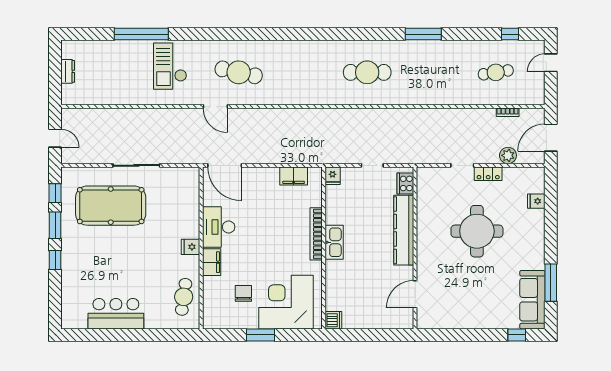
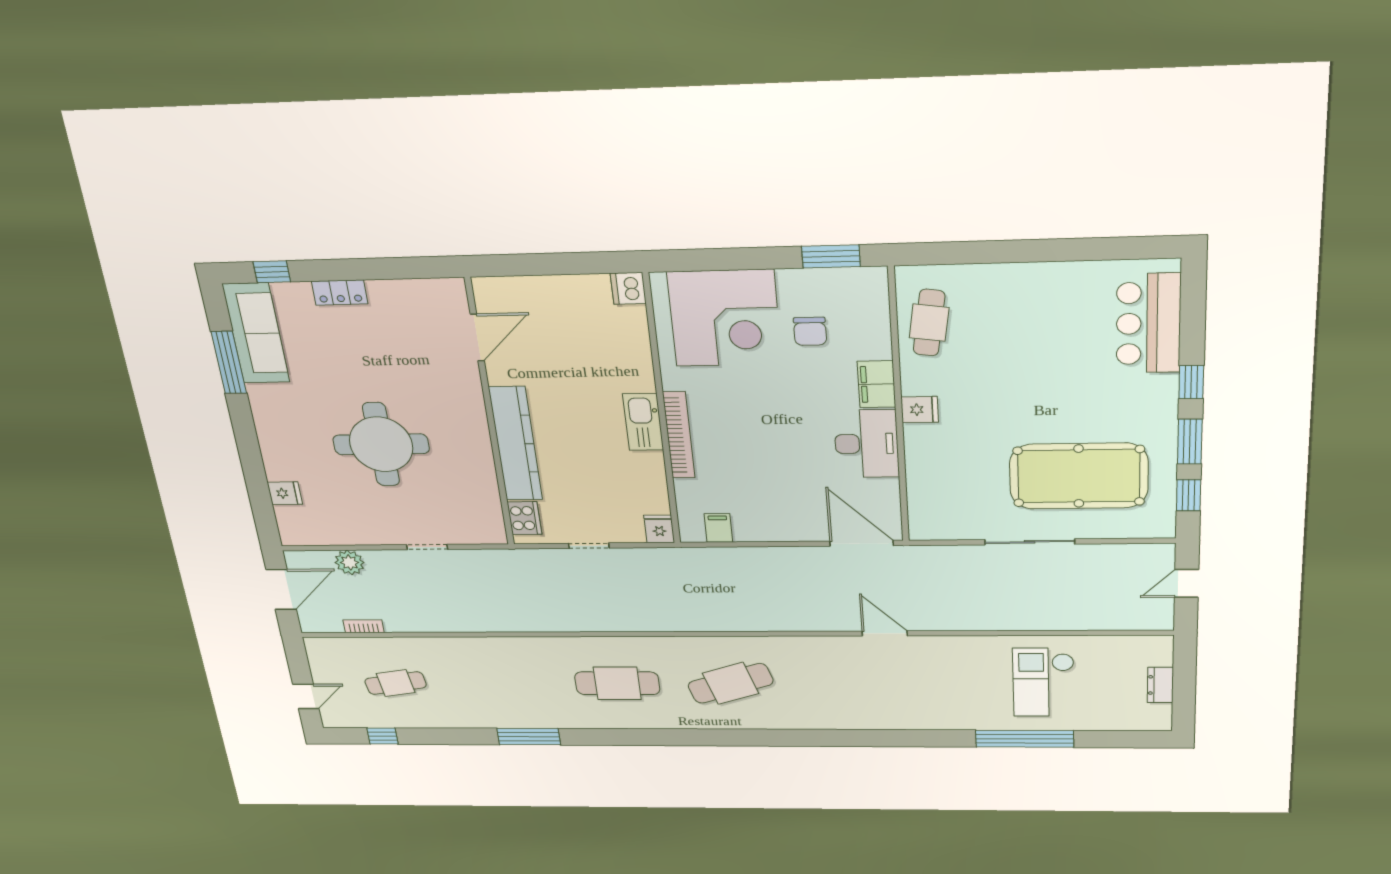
checkout: (170, 66) -> (1044, 682), moved, turned 180
cafe table: (239, 72) -> (731, 683), moved, turned -30
door: (55, 138) -> (1187, 583), hinge flipped
locker: (488, 174) -> (340, 293), moved, turned 180
filing cabinet: (294, 176) -> (718, 528), width x0.50
bar counter: (116, 314) -> (1148, 323), moved, turned 90
window: (260, 335) -> (831, 256), moved

